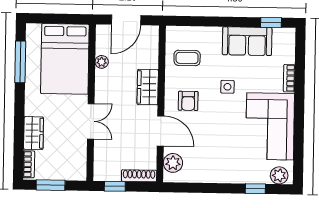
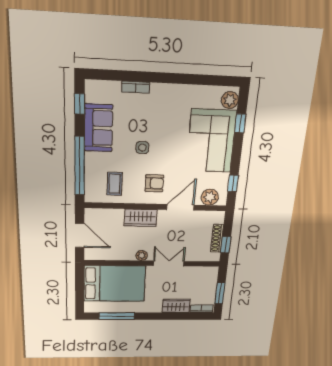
window: (206, 21) -> (80, 166), added
plant: (102, 62) -> (142, 256), moved
corner sofa: (270, 126) -> (211, 141), moved, turned 90
shoe rack: (139, 176) -> (217, 238), moved
window: (189, 188) -> (233, 183), added

